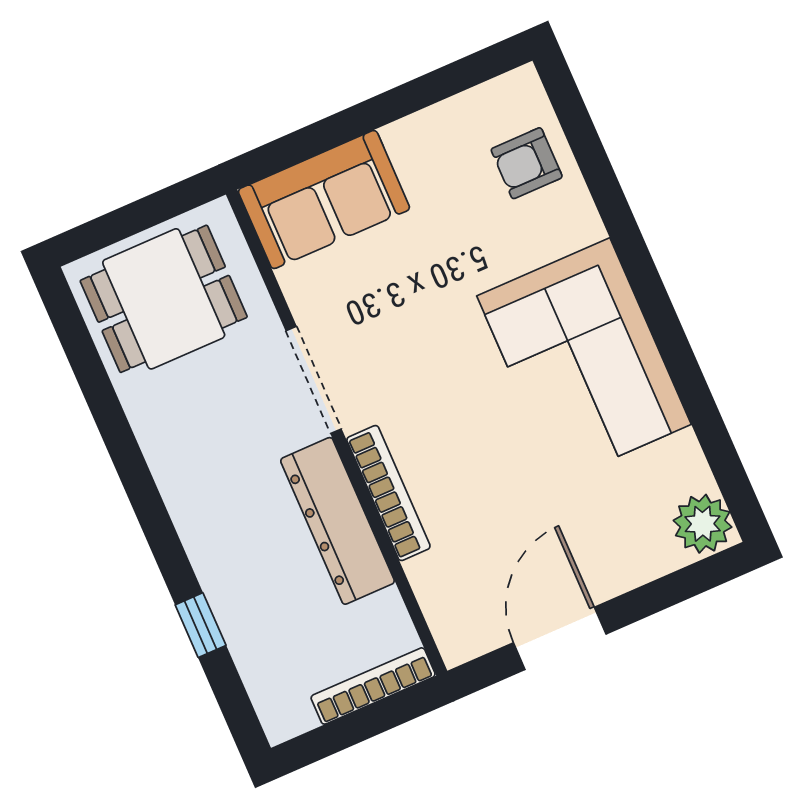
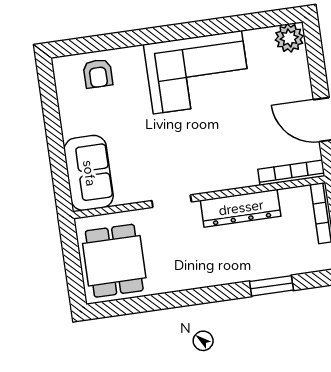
doorway: (314, 380) -> (172, 201), width x0.73
bookcase: (388, 493) -> (291, 173), moved
window: (201, 625) -> (272, 286), width x1.50

